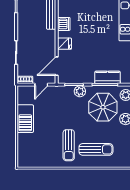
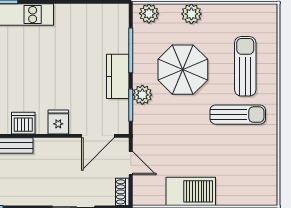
door: (57, 66) -> (98, 136), hinge flipped
kitchen counter: (108, 77) -> (118, 76), moved
parasol: (103, 107) -> (183, 70), moved

